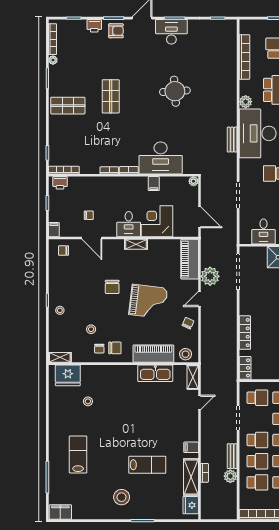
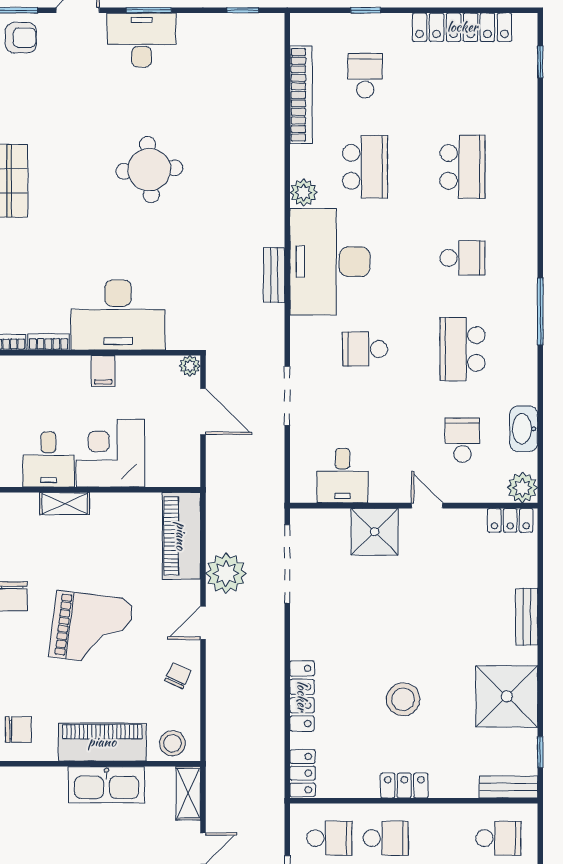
door: (199, 217) -> (203, 411), moved

